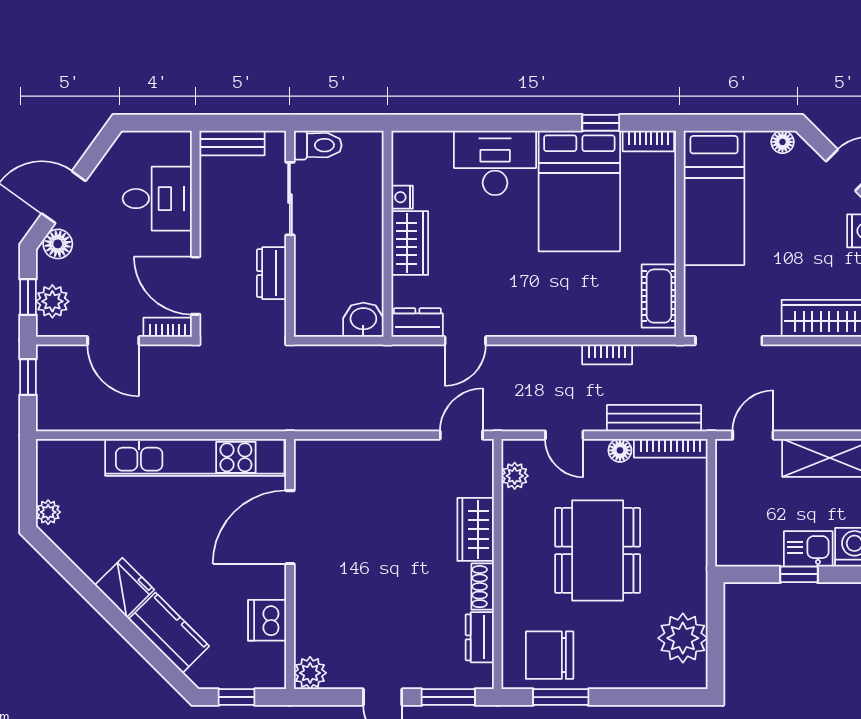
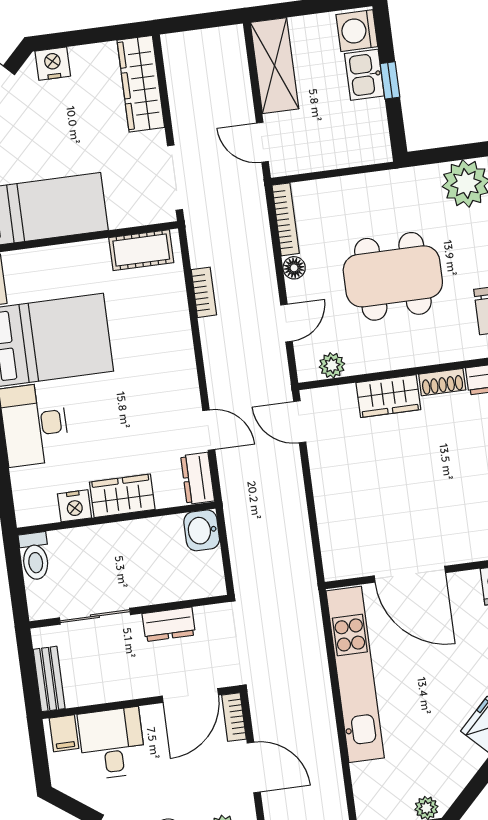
toilet: (318, 145) -> (35, 556), moved, turned 180
filing cabinet: (174, 151) -> (64, 733), added
nightstand: (402, 197) -> (74, 506), width x1.39, depth x1.35
door: (113, 341) -> (254, 767), hinge flipped
bench: (654, 418) -> (259, 239), removed

